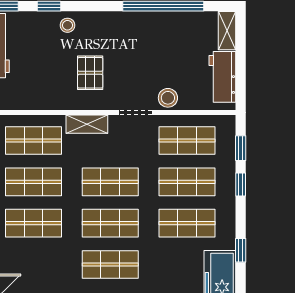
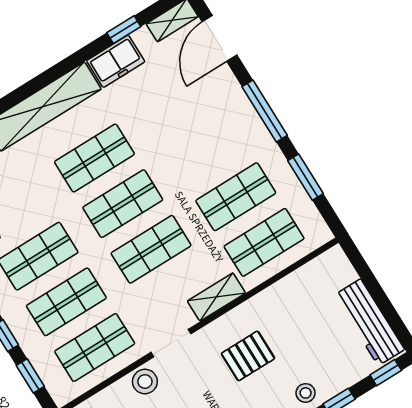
pallet: (90, 73) -> (248, 356), turned 90
shop shelf: (34, 223) -> (207, 151), removed

